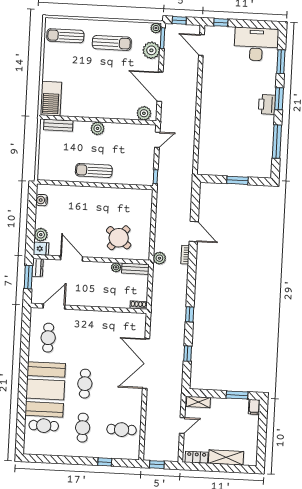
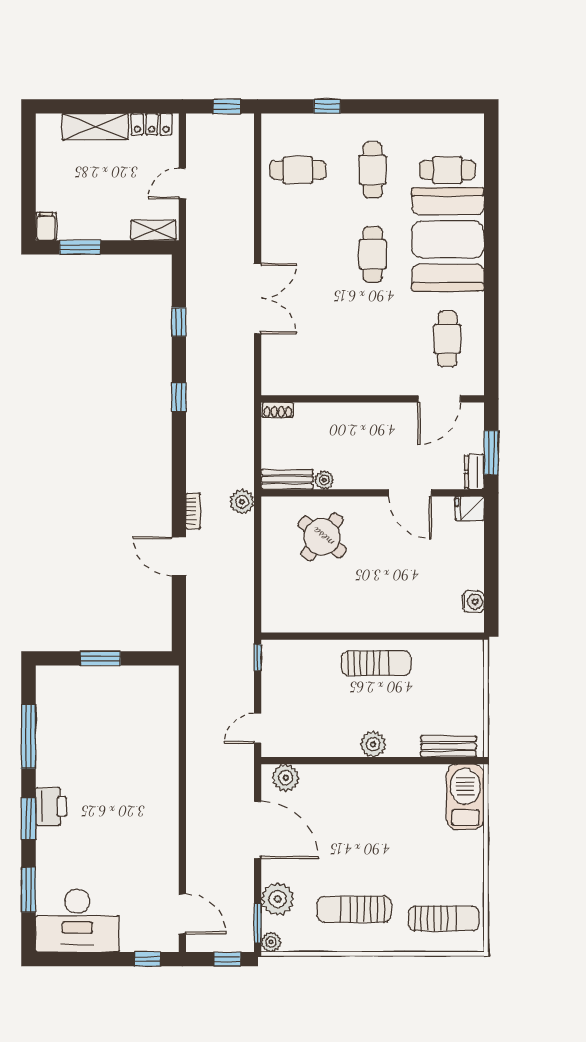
plant: (41, 235) -> (471, 535), removed
double door: (146, 364) -> (258, 299), width x0.73

